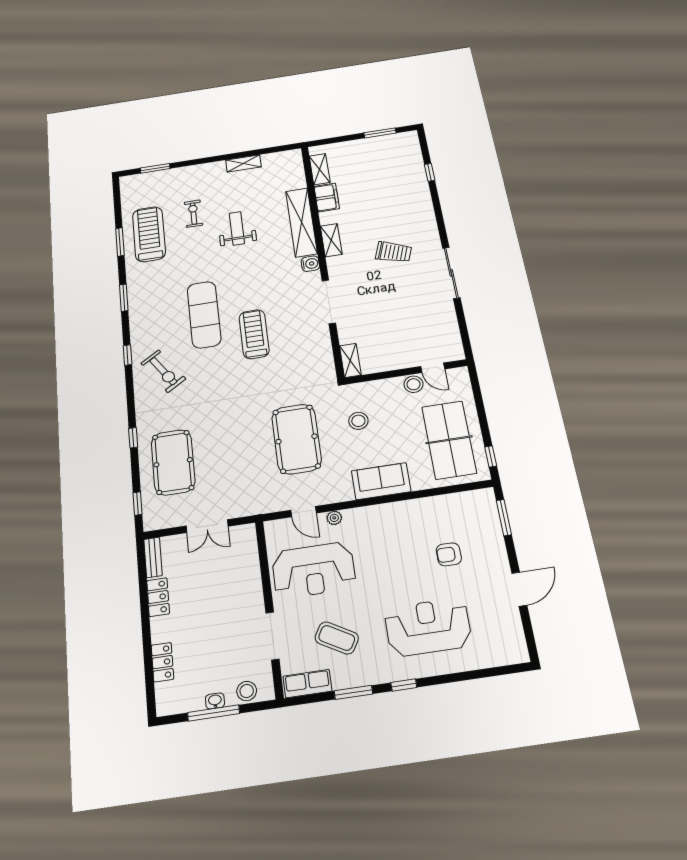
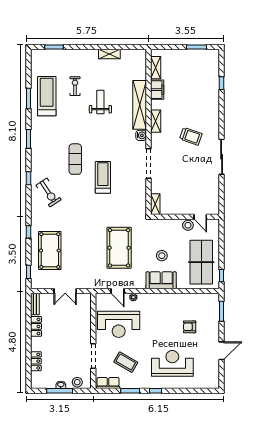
exercise mat: (204, 315) -> (75, 159), width x0.73, depth x0.69
stool: (358, 421) -> (162, 256), moved

